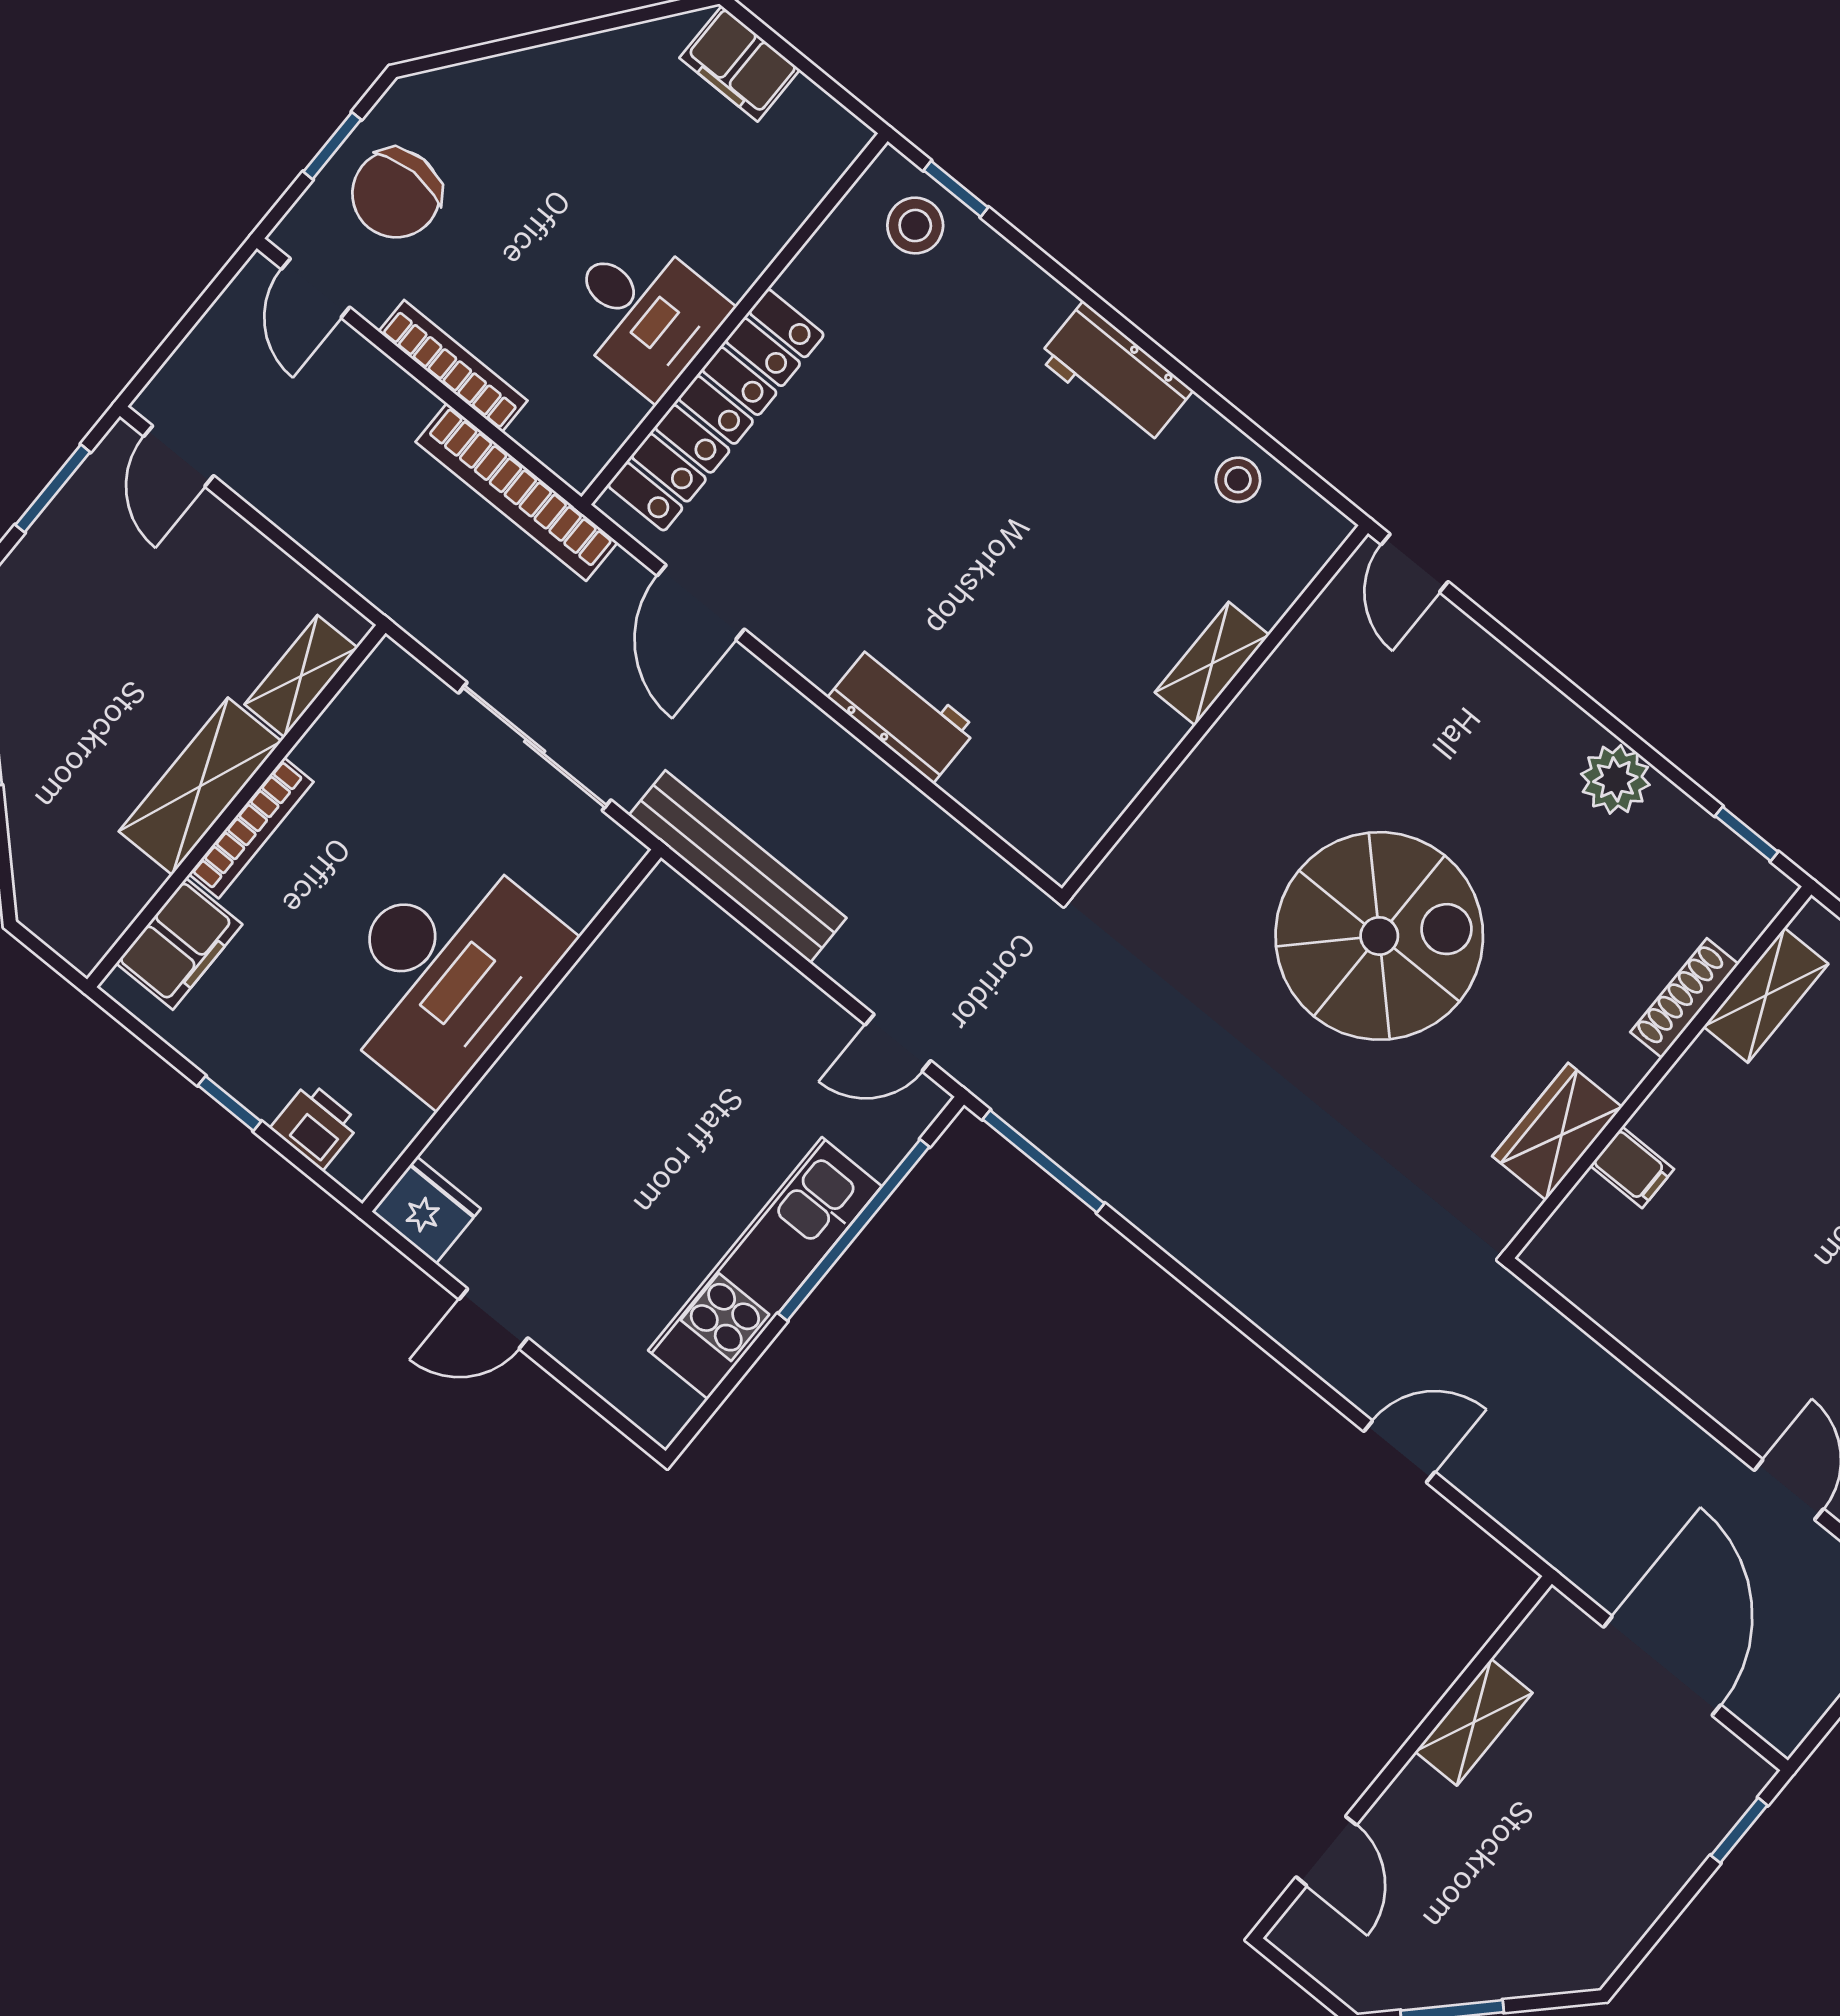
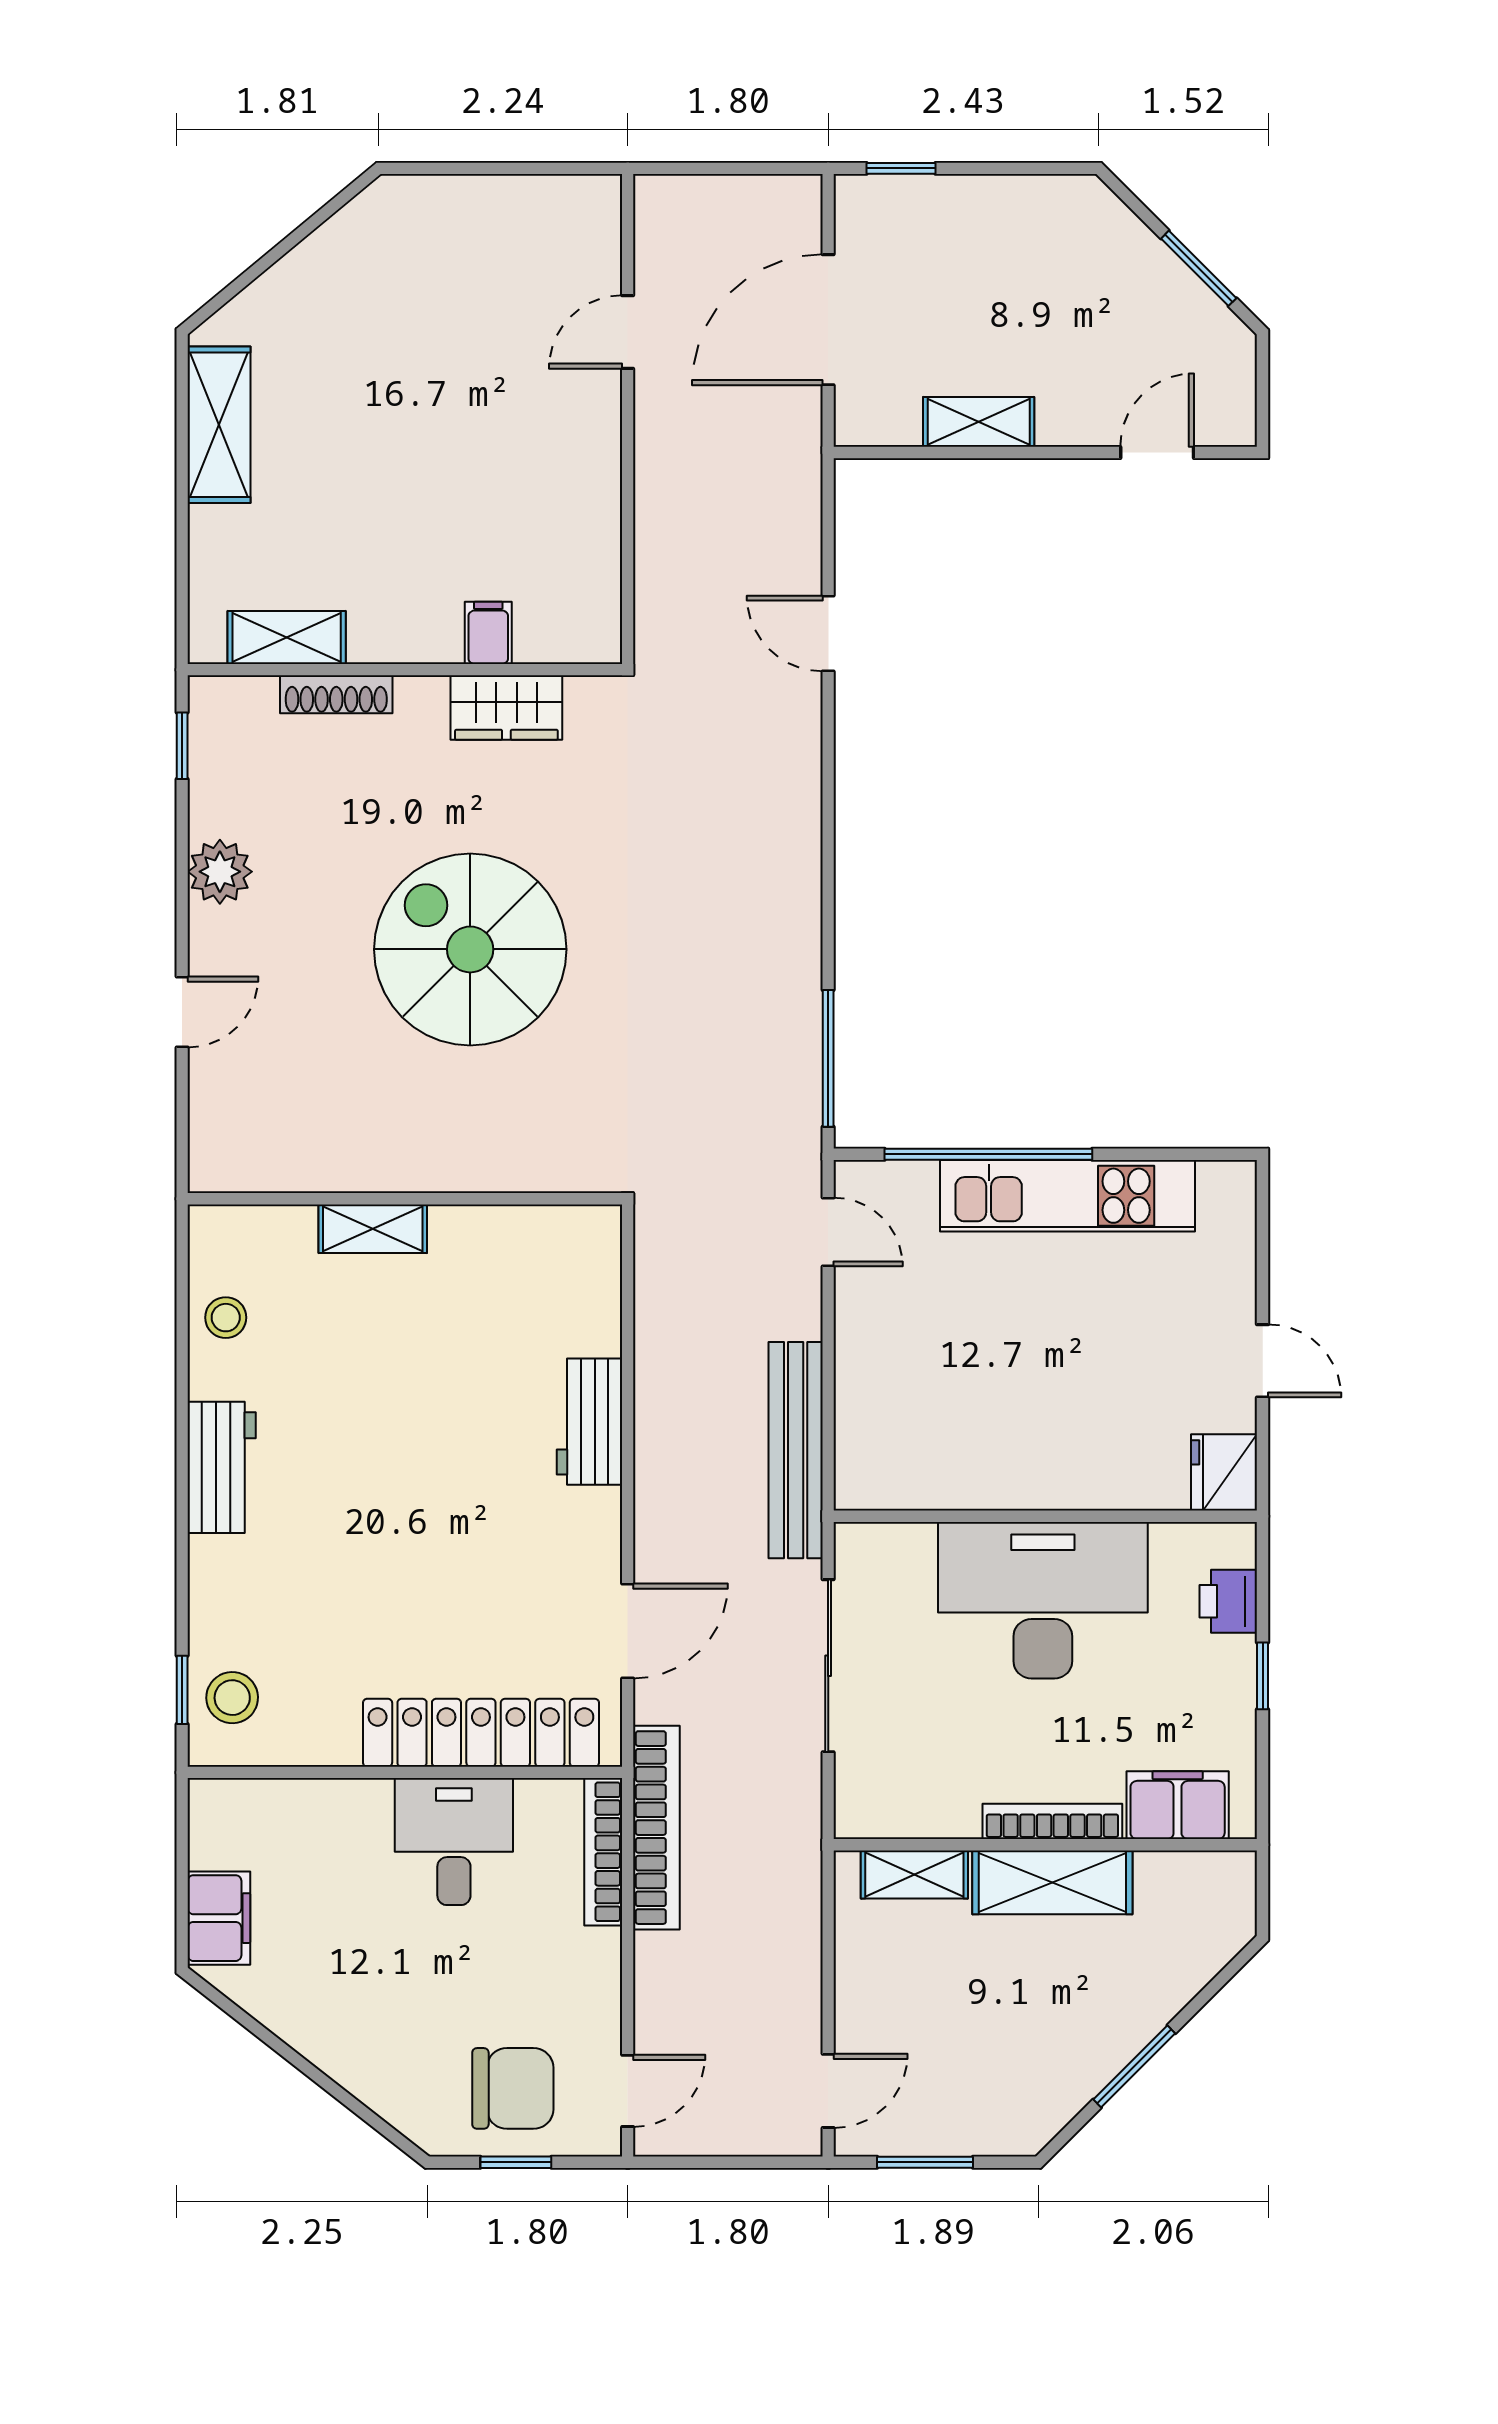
bookcase: (453, 366) -> (603, 1852), moved
door: (1415, 563) -> (182, 1012), moved

